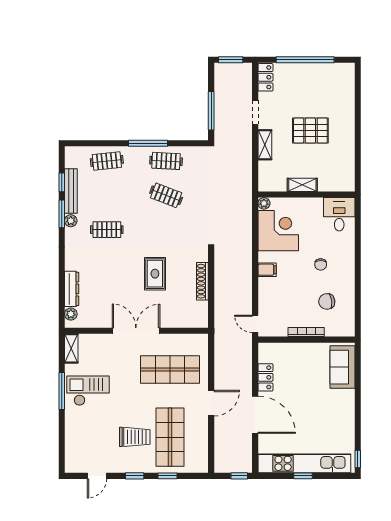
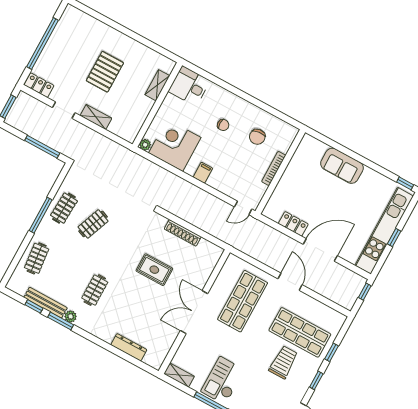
shelving: (302, 185) -> (157, 85), moved
plant: (71, 314) -> (150, 360), removed
sofa: (342, 367) -> (342, 166), moved

